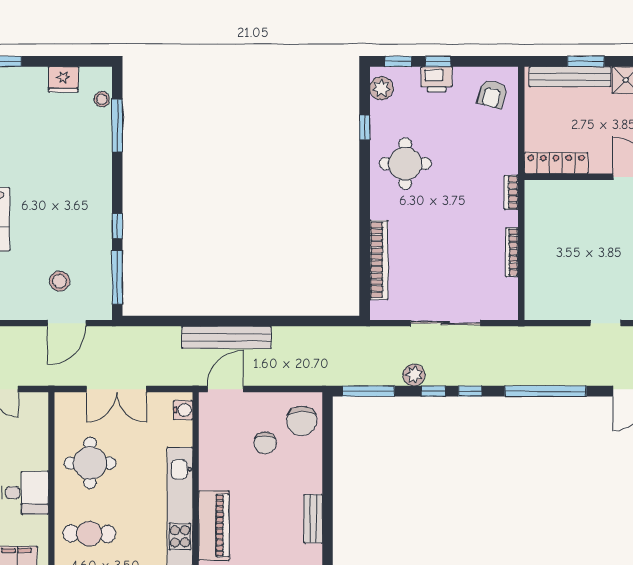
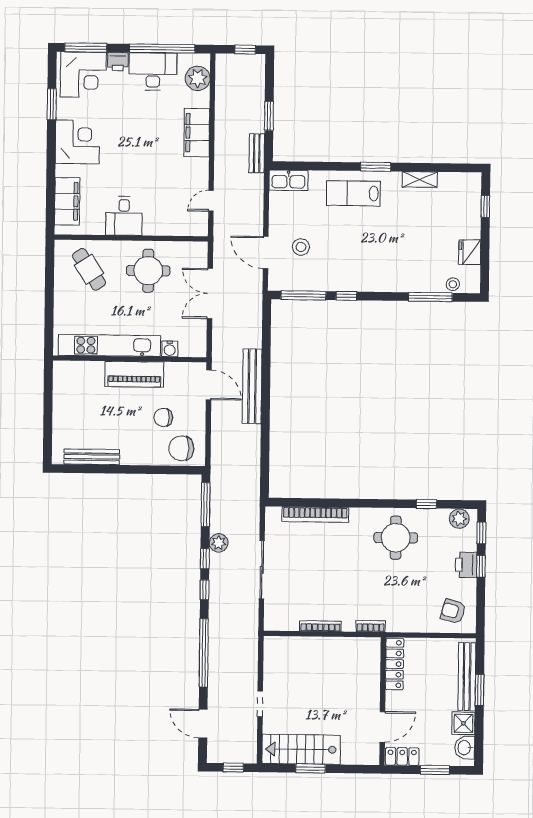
water cooler: (183, 410) -> (170, 349), moved
bench: (313, 519) -> (92, 457), width x1.36
piano: (214, 526) -> (134, 374), moved
cafe table: (89, 534) -> (89, 269), turned -34

